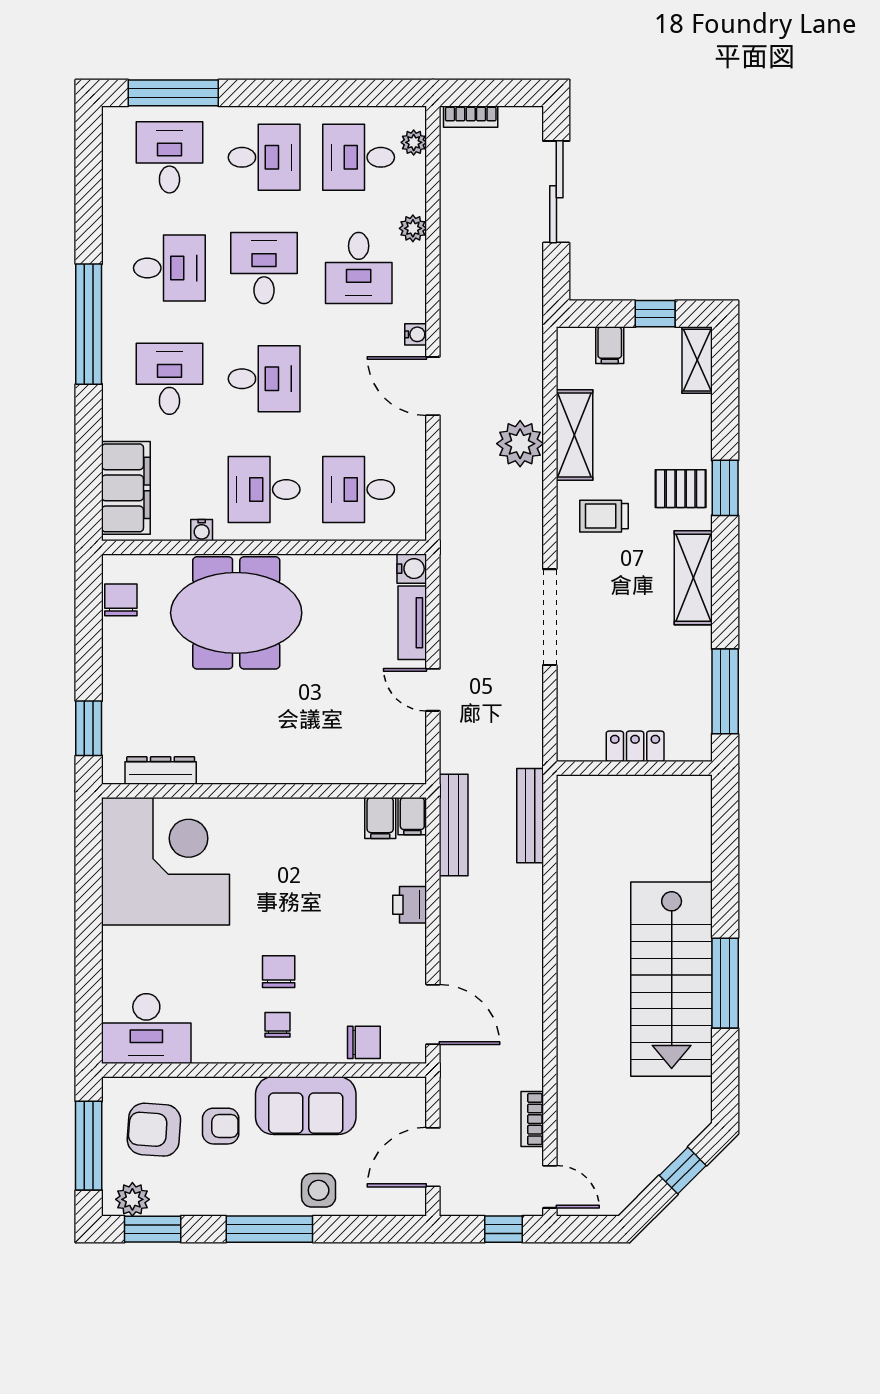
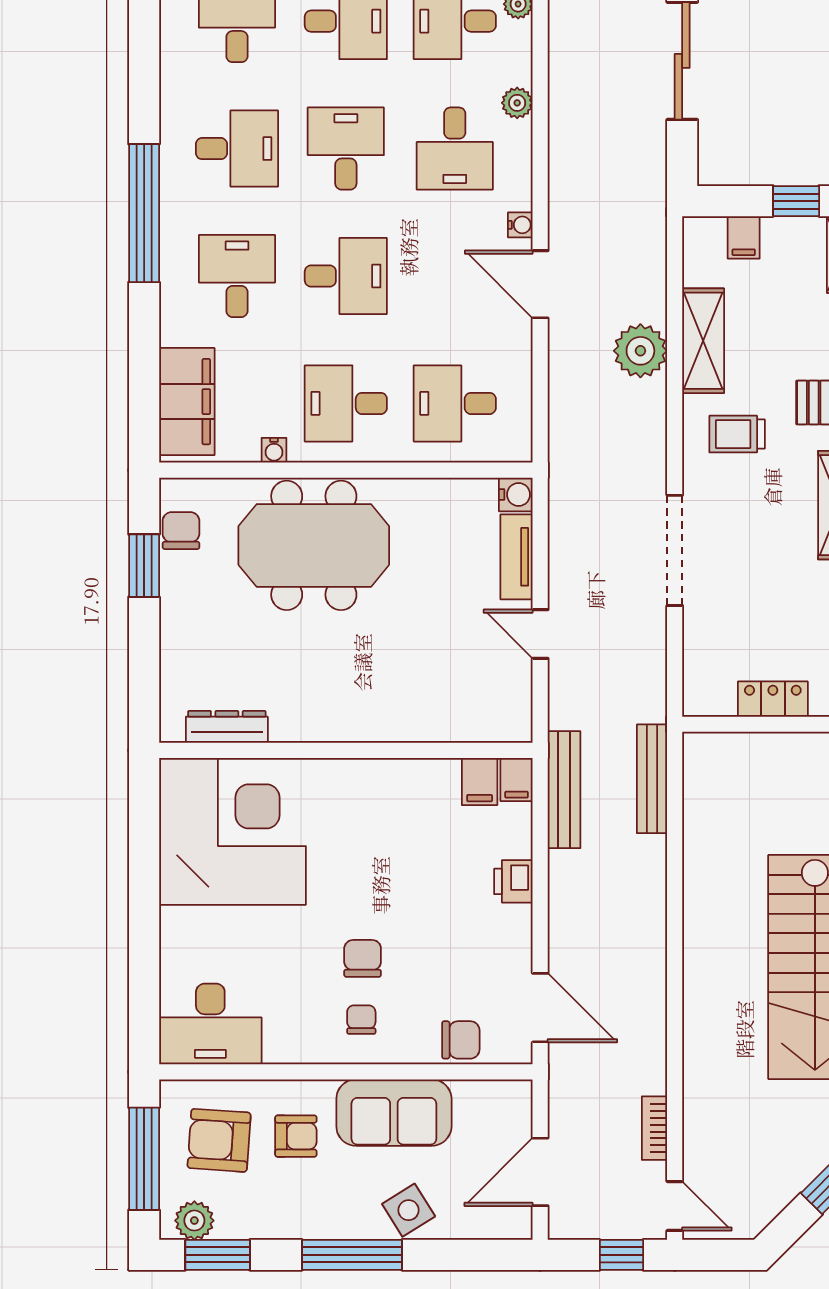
window: (89, 728) -> (144, 566), moved
side table: (319, 1190) -> (409, 1210), turned -32

